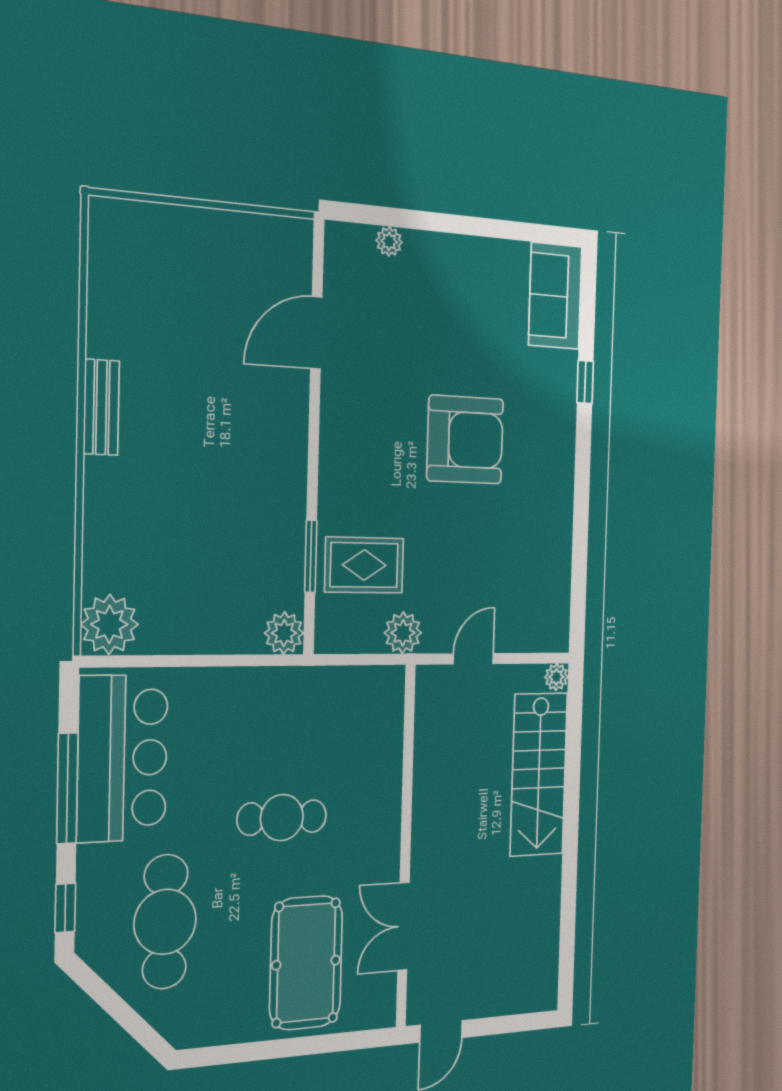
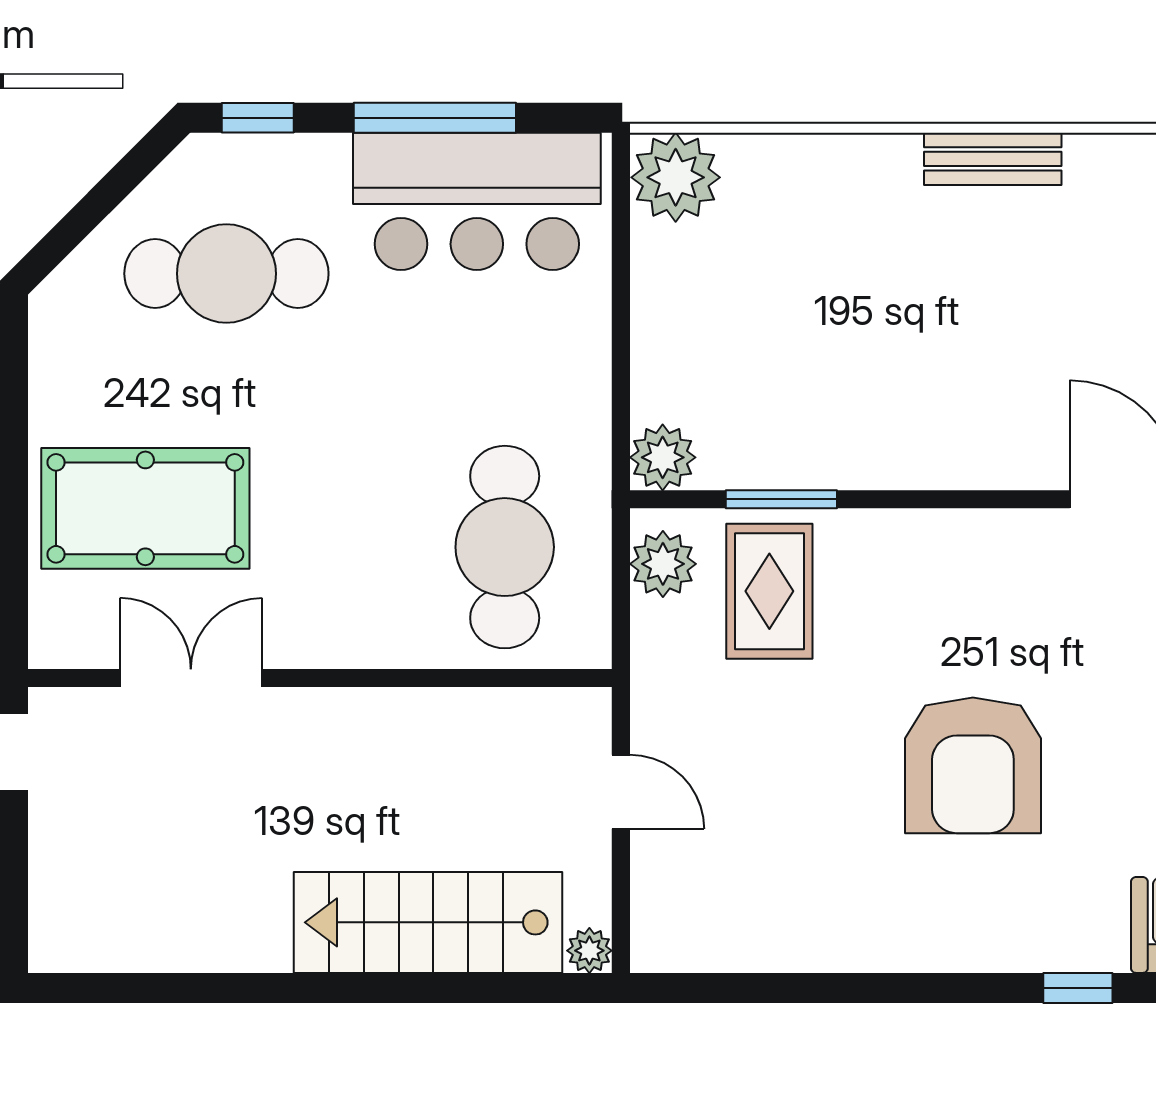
plant: (403, 633) -> (663, 564), moved
cafe table: (282, 818) -> (505, 547), moved, width x1.37, depth x1.35

